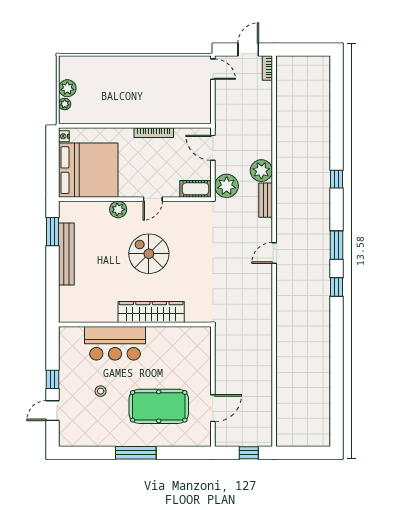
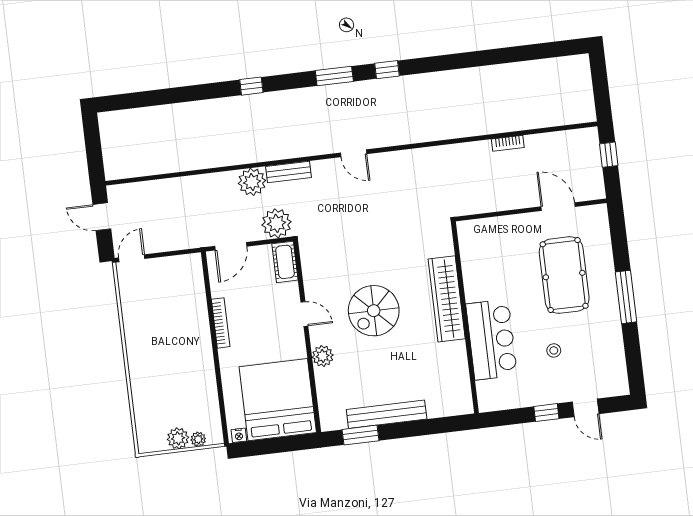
bookcase: (267, 68) -> (508, 143), moved

